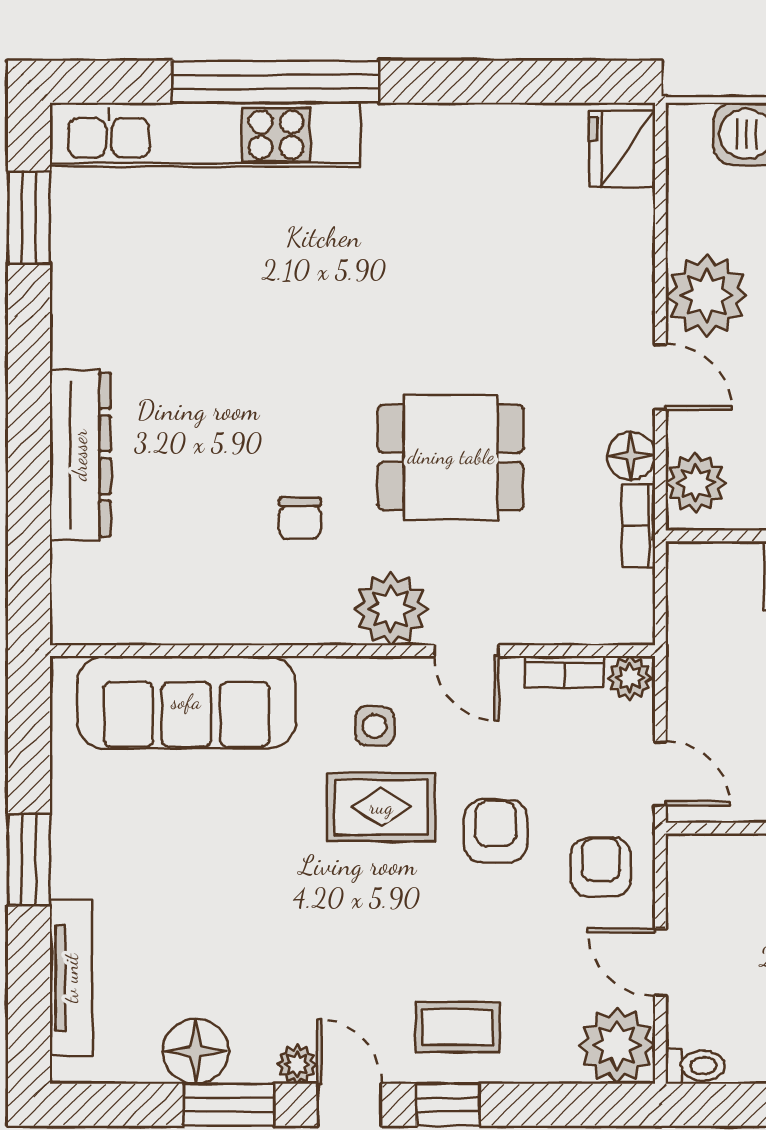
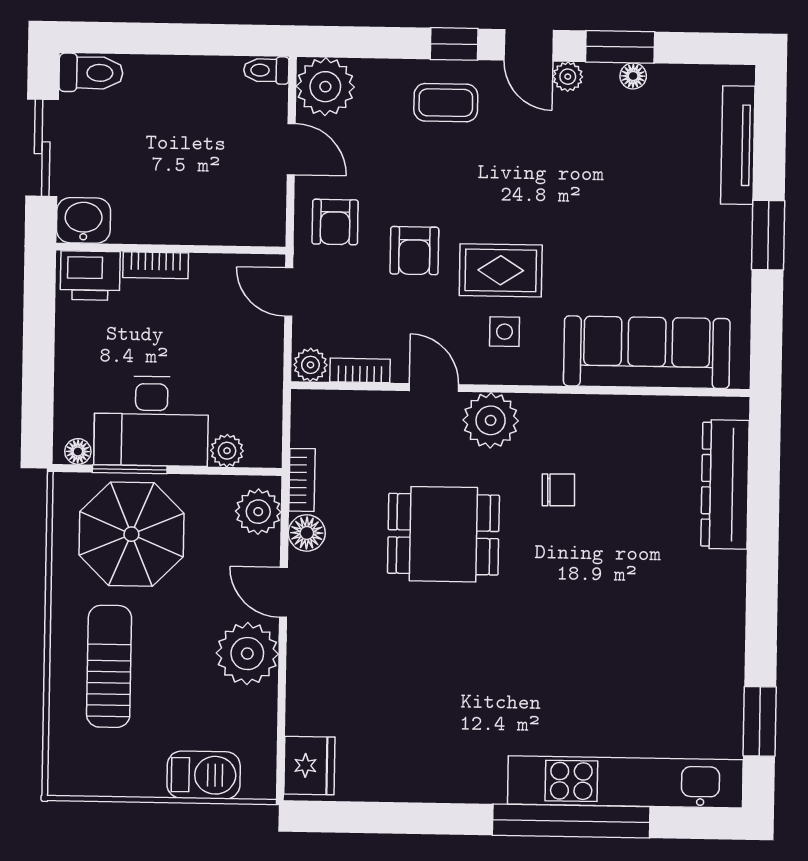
dresser: (80, 455) -> (725, 484), moved
chair: (300, 519) -> (558, 490), turned 89
plant: (738, 563) -> (227, 451), added
floor lamp: (195, 1051) -> (633, 76), width x0.53, depth x0.53

